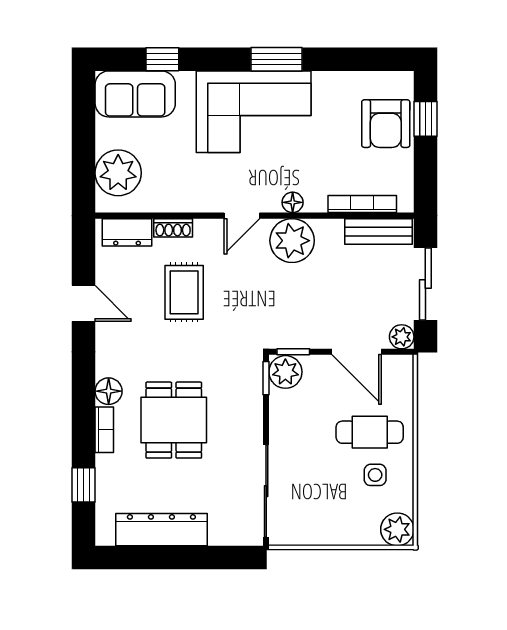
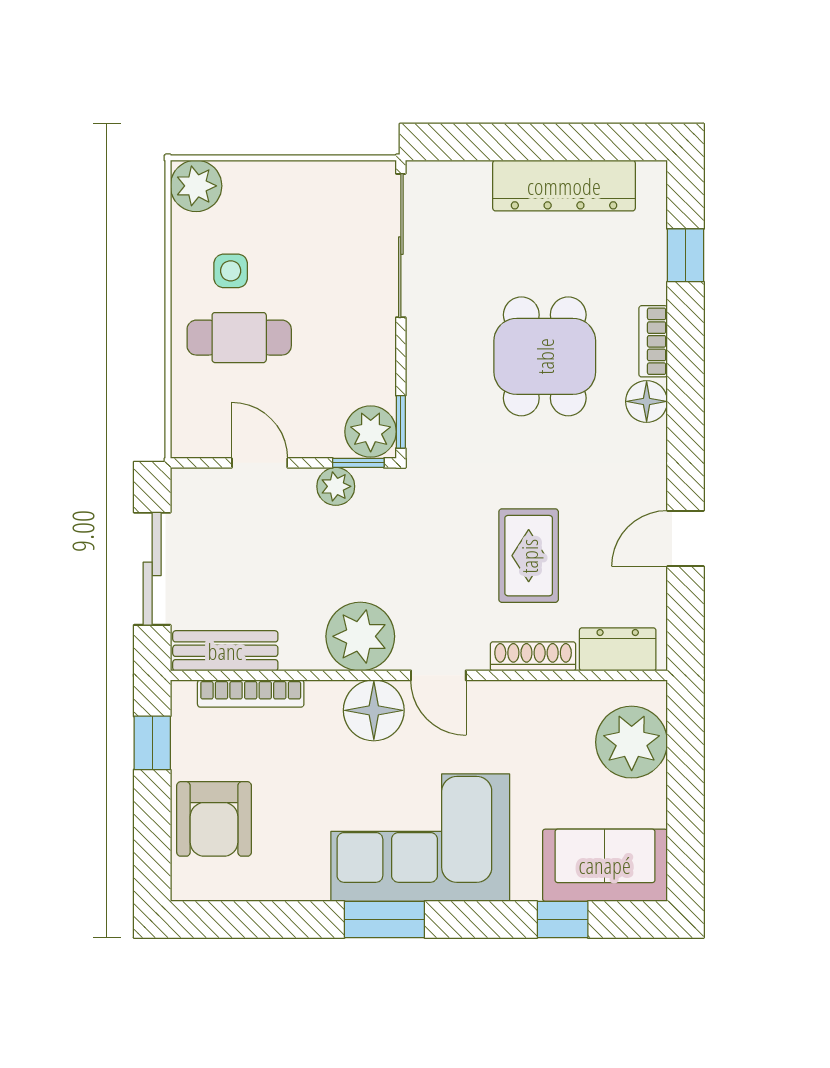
window: (425, 119) -> (152, 743), moved
armchair: (386, 124) -> (214, 819), turned 180
floor lamp: (293, 202) -> (374, 710), width x1.89, depth x1.89
door: (242, 216) -> (438, 675), swing flipped
shoe rack: (173, 228) -> (533, 656), width x1.43
door: (84, 303) -> (686, 538), hinge flipped
plant: (402, 337) -> (336, 486), moved
door: (357, 352) -> (260, 463), width x0.73

